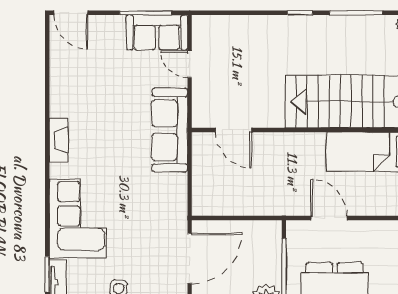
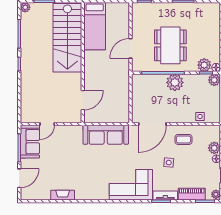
door: (71, 13) -> (19, 178), moved
sofa: (170, 130) -> (106, 135), moved
fireplace: (59, 140) -> (63, 195), moved
door: (190, 258) -> (152, 124), swing flipped

